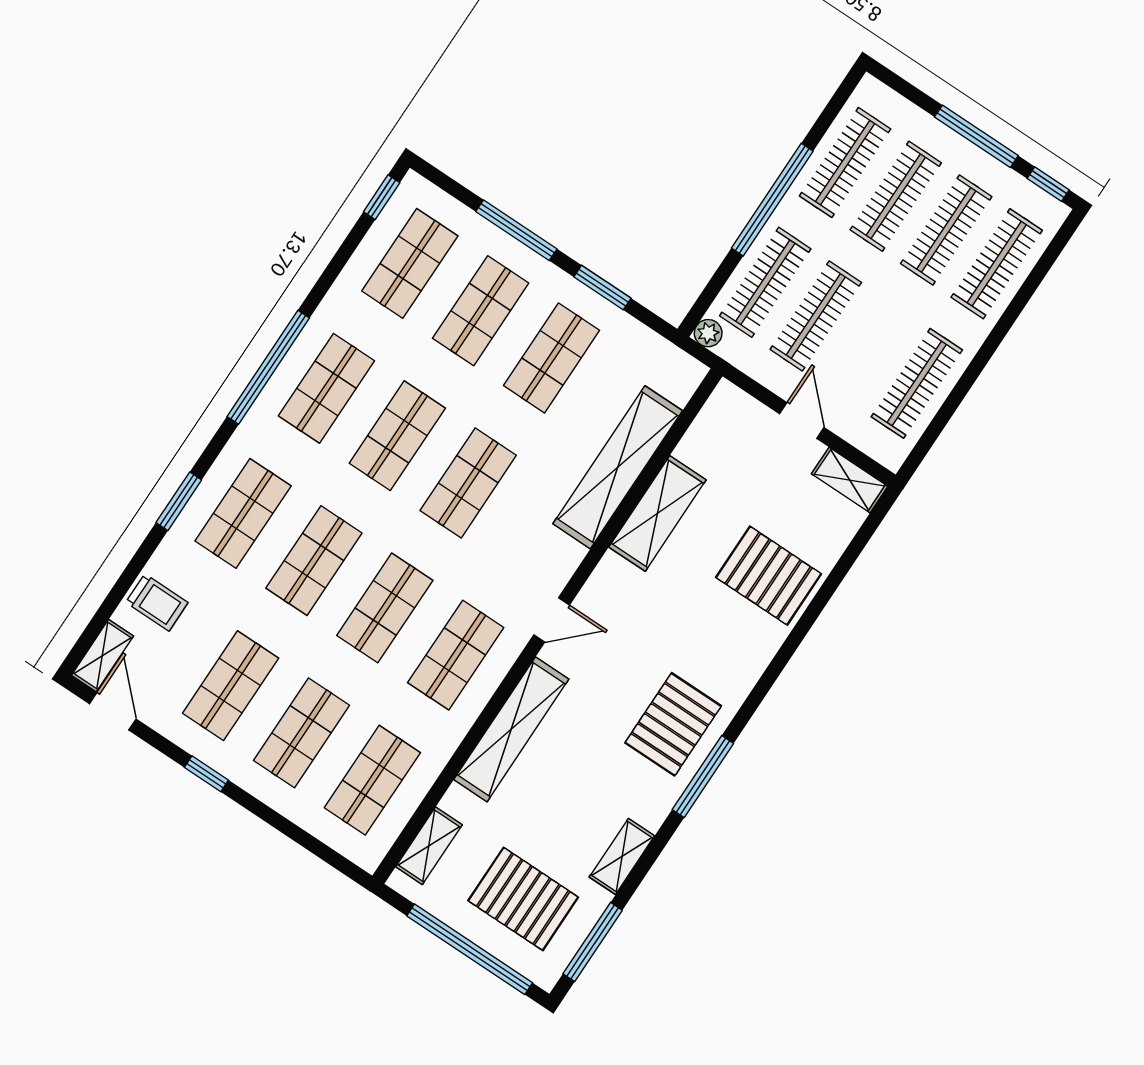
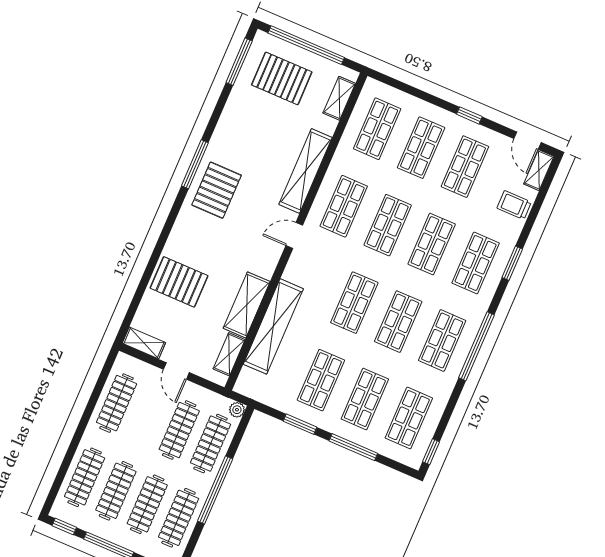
shelving: (622, 857) -> (229, 354), moved

